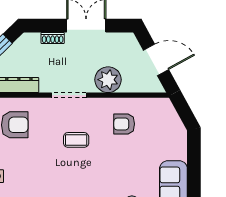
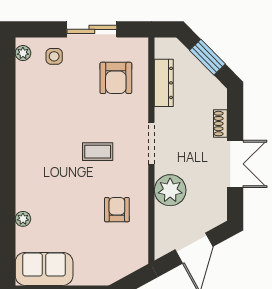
coffee table: (76, 140) -> (98, 152), turned 90

